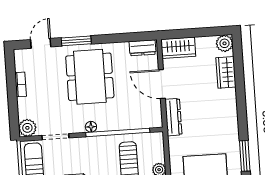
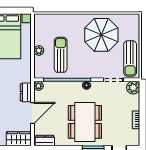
door: (162, 84) -> (32, 113), hinge flipped
dresser: (173, 117) -> (26, 92), width x0.70
plant: (156, 122) -> (38, 86), added

